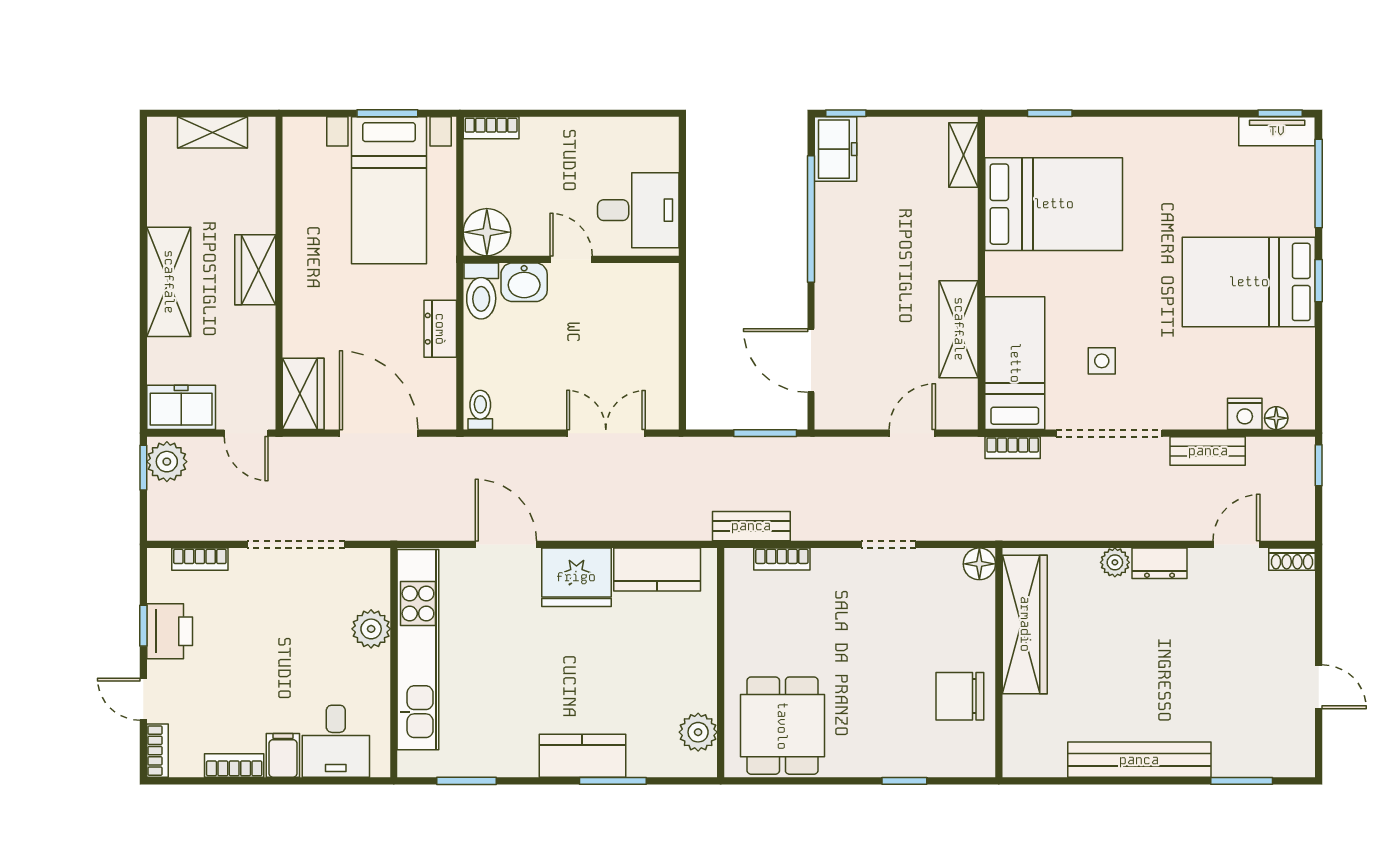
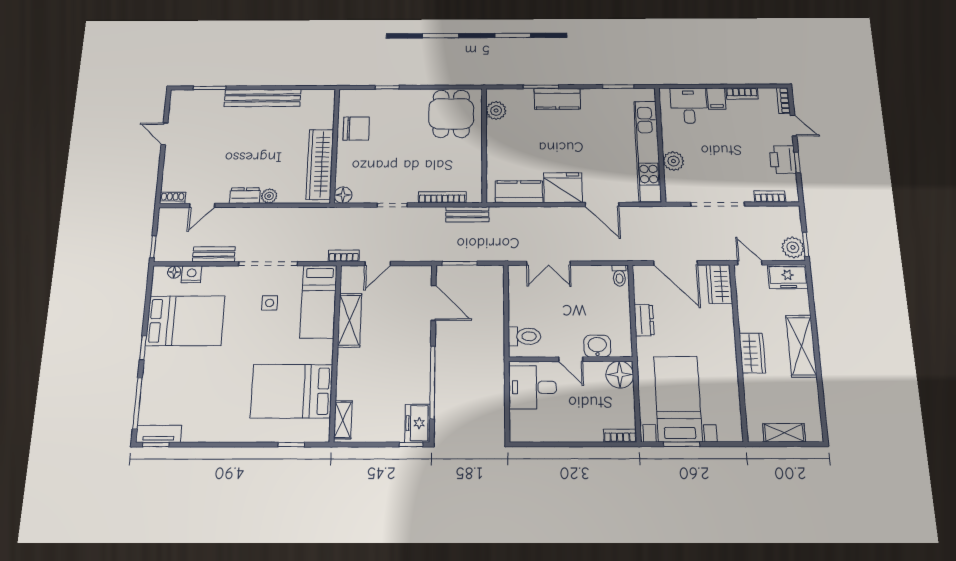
bed: (1249, 282) -> (185, 321), moved
toilet: (481, 291) -> (525, 336), moved, turned 90
bookcase: (1013, 448) -> (344, 256), moved
bookcase: (782, 559) -> (442, 197), width x1.56

